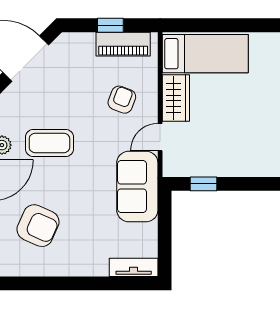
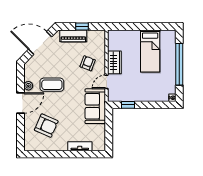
piano: (123, 44) -> (73, 36), moved
bed: (205, 54) -> (150, 51), moved, turned 90
tv unit: (134, 267) -> (80, 146), moved

